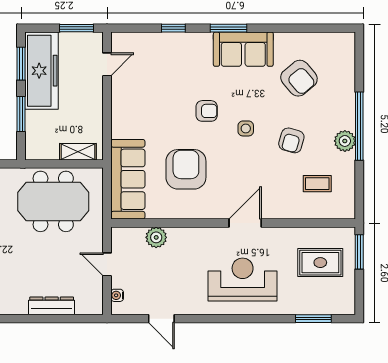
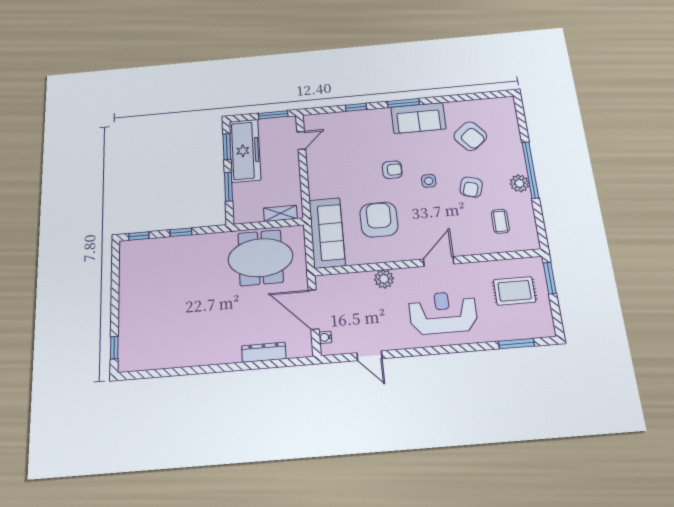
coffee table: (317, 184) -> (500, 221), turned 90
plant: (156, 237) -> (384, 279), moved
door: (107, 264) -> (314, 309), width x1.87

